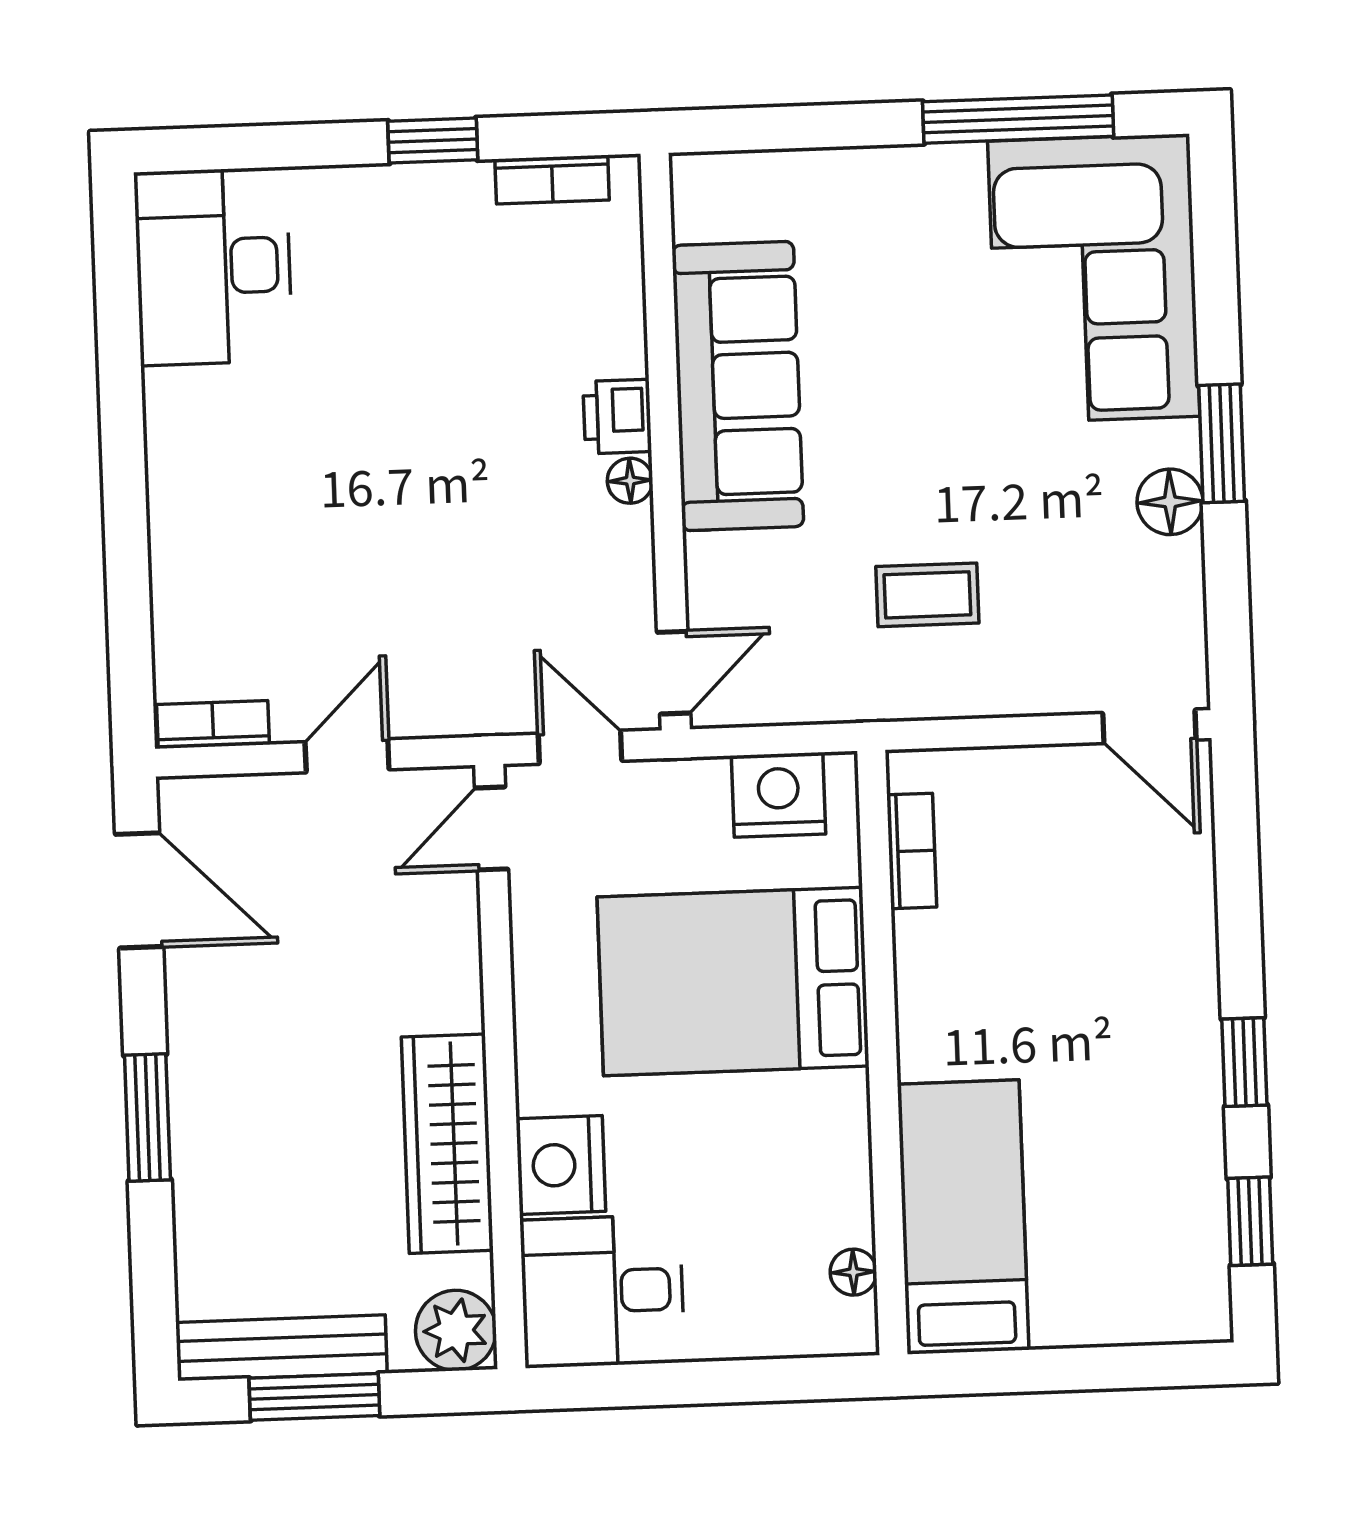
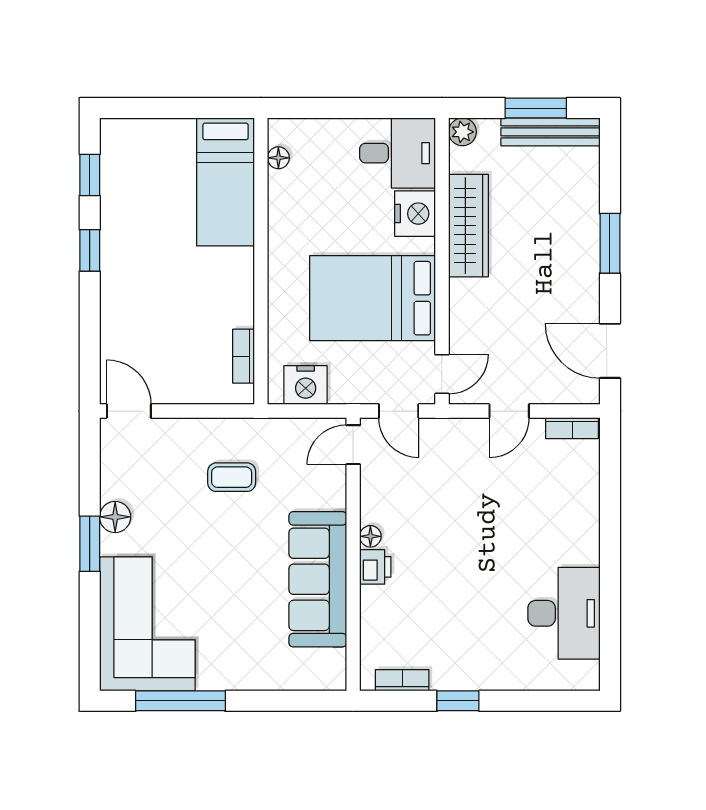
desk: (213, 266) -> (564, 613), moved
bed: (733, 982) -> (373, 298), moved, turned 180
plant: (456, 1330) -> (462, 132), width x0.73, depth x0.73

